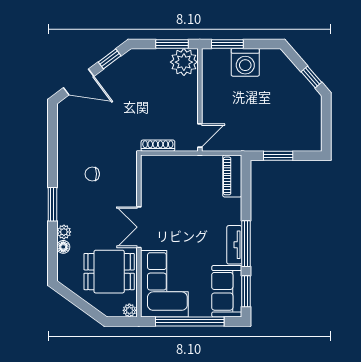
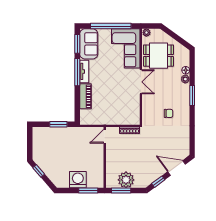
plant: (184, 62) -> (126, 180), moved
piano: (232, 176) -> (85, 96), moved

